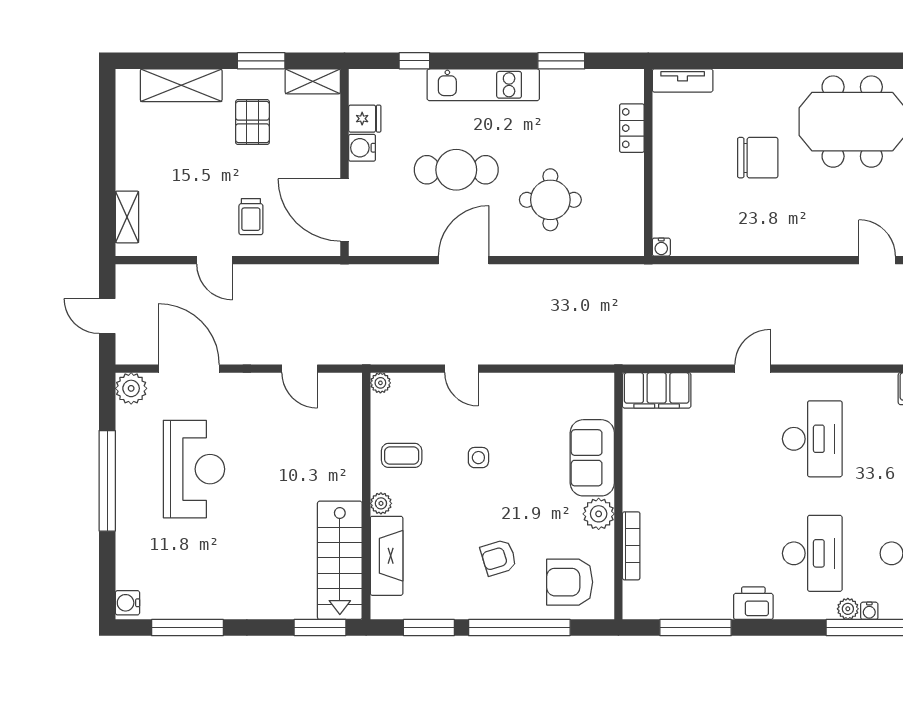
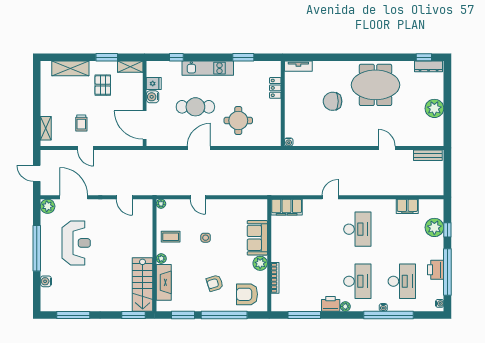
chair: (758, 158) -> (333, 101), turned 180
trolley: (251, 217) -> (81, 123), moved
water cooler: (127, 603) -> (46, 281), moved
plant: (848, 609) -> (345, 306), moved

